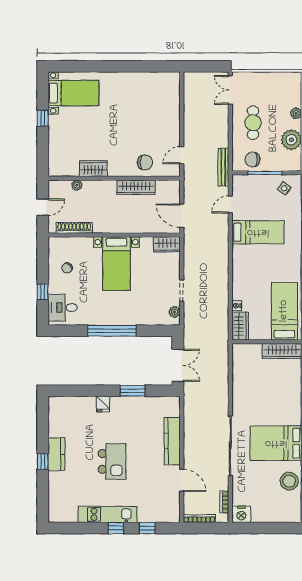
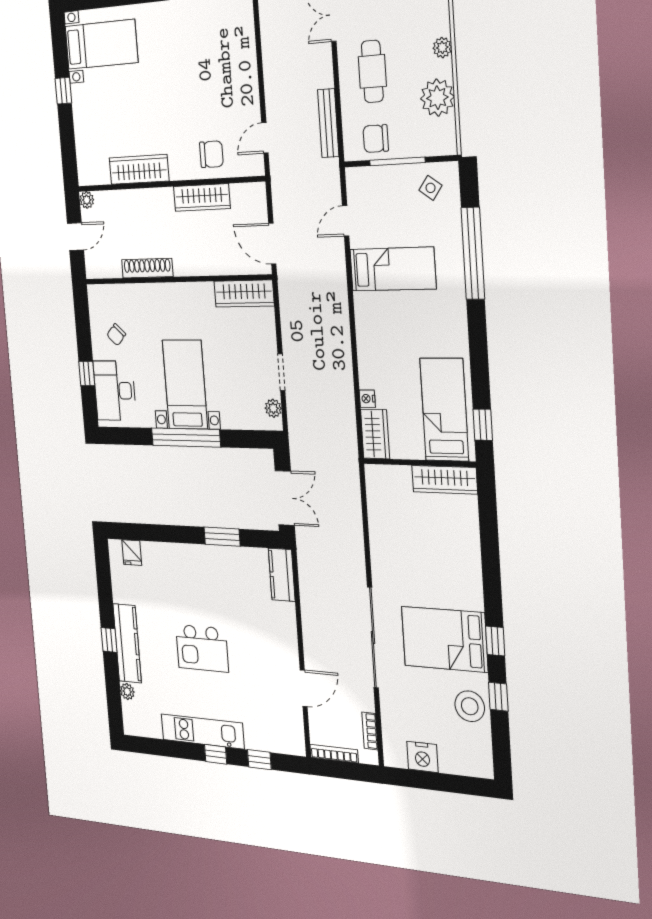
bench: (223, 167) -> (328, 123), moved
wardrobe: (93, 169) -> (139, 169), width x1.50
plant: (77, 185) -> (87, 200), moved
shoe rack: (74, 228) -> (147, 268), moved
wardrobe: (167, 244) -> (244, 294), width x1.50
bed with nightstands: (116, 264) -> (185, 384), moved, turned 180
desk: (63, 308) -> (115, 391), width x1.37
fridge: (103, 404) -> (132, 553), moved
kitchen counter: (172, 441) -> (282, 575), moved, width x0.67
kitchen counter: (56, 454) -> (127, 643), width x1.50
kitchen island: (112, 461) -> (202, 648), turned 90
door: (182, 480) -> (304, 688), hinge flipped
plant: (53, 494) -> (127, 691), added
nightstand: (241, 514) -> (422, 757), moved

